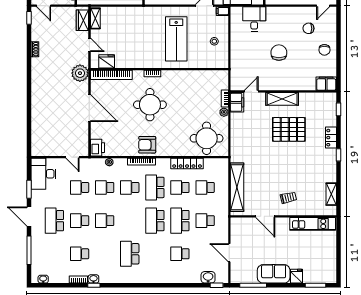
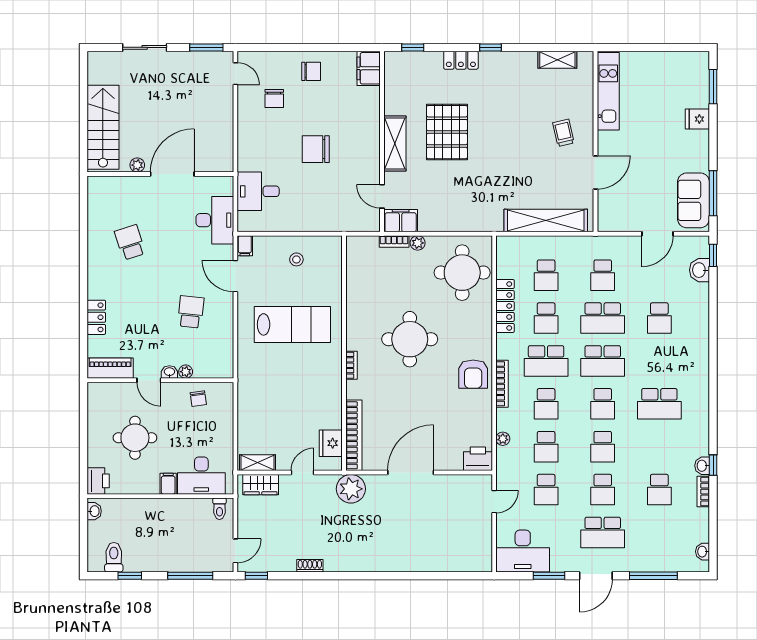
round table: (150, 105) -> (410, 339), moved
school desk: (130, 221) -> (603, 404), added
sofa: (274, 274) -> (693, 200), moved

